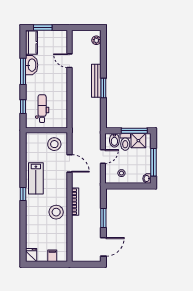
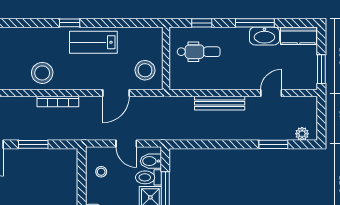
window: (43, 27) -> (321, 69), moved
bench: (96, 81) -> (220, 103), moved
window: (103, 88) -> (273, 144), moved

